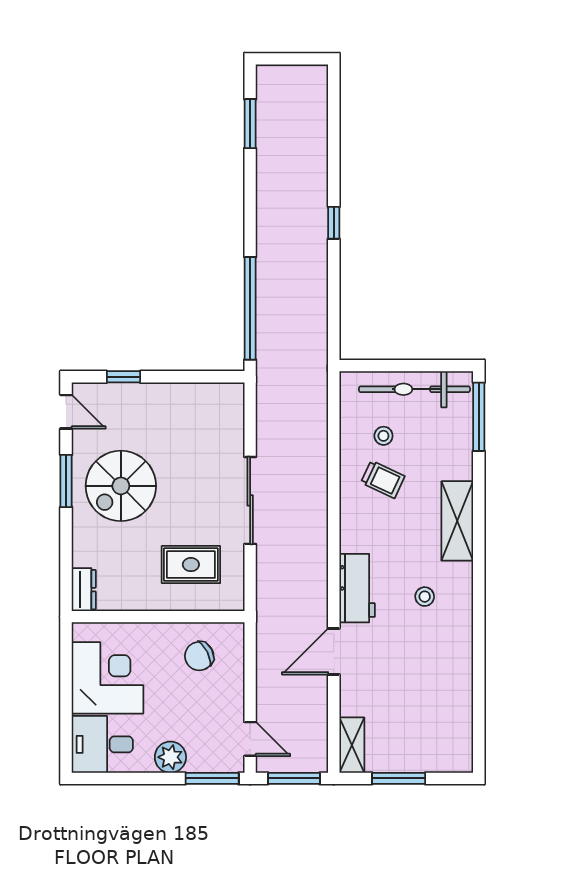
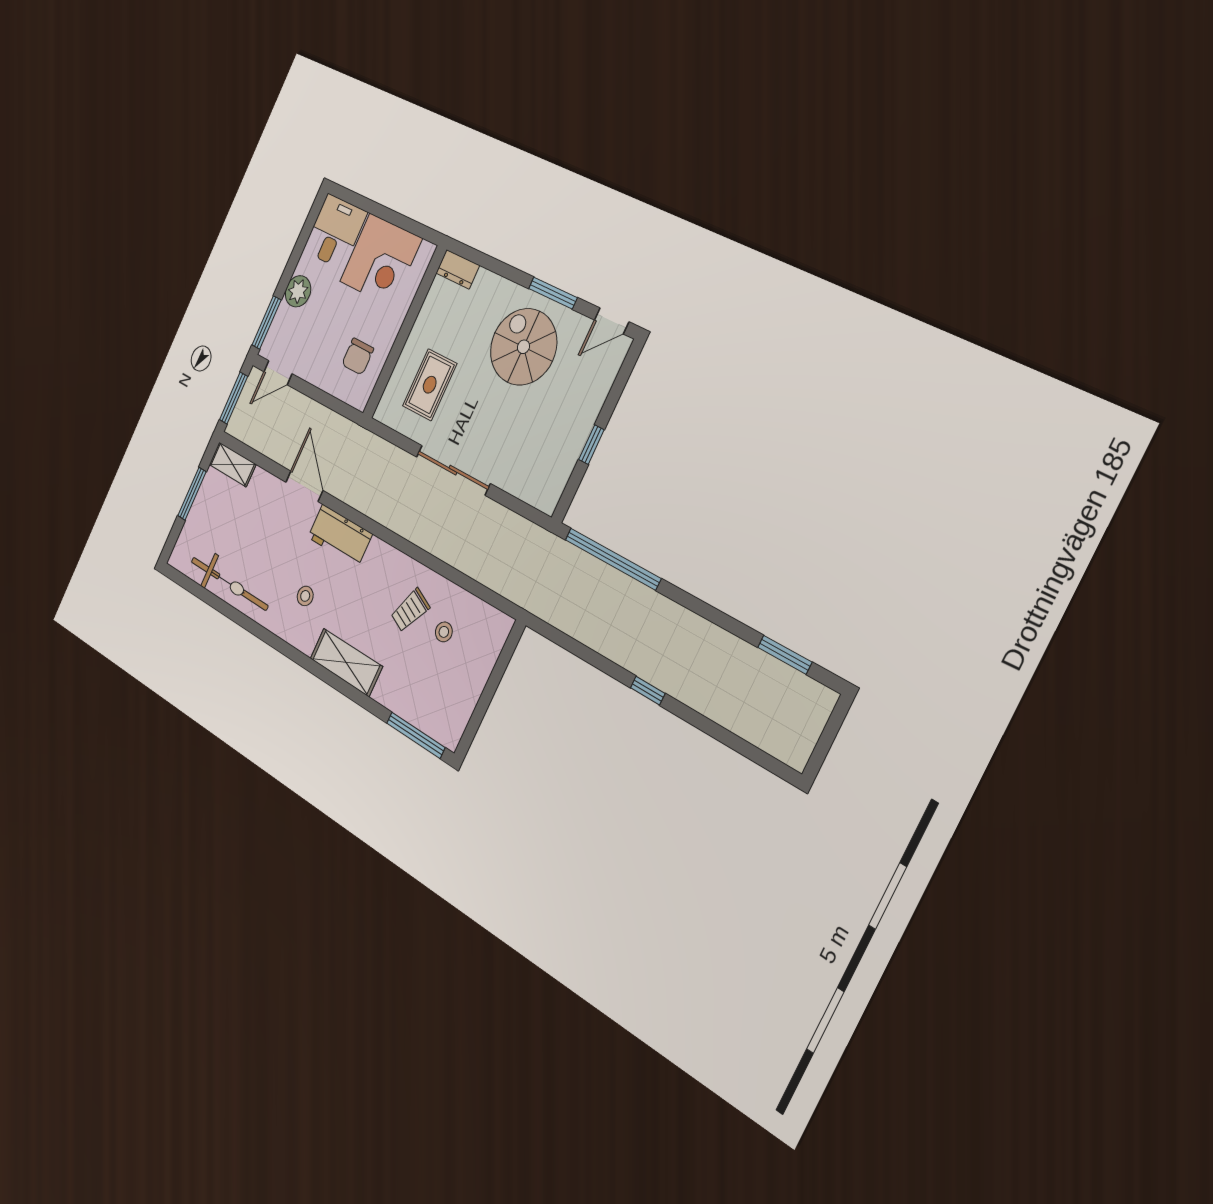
window: (123, 377) -> (591, 445), moved
bicycle: (414, 389) -> (229, 584), moved, turned 90
chair: (199, 656) -> (358, 356), turned -153

